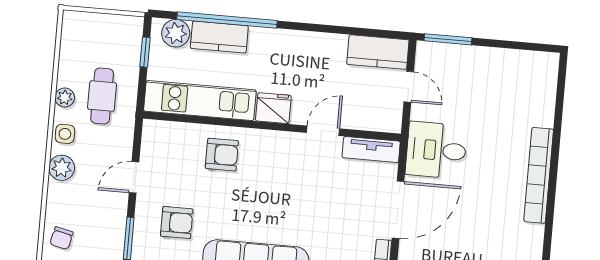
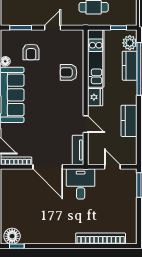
kitchen counter: (378, 52) -> (129, 121), moved
door: (409, 87) -> (112, 167), swing flipped
armchair: (222, 155) -> (69, 72), turned 90
bookcase: (539, 175) -> (101, 239), moved
door: (134, 177) -> (53, 28), hinge flipped

